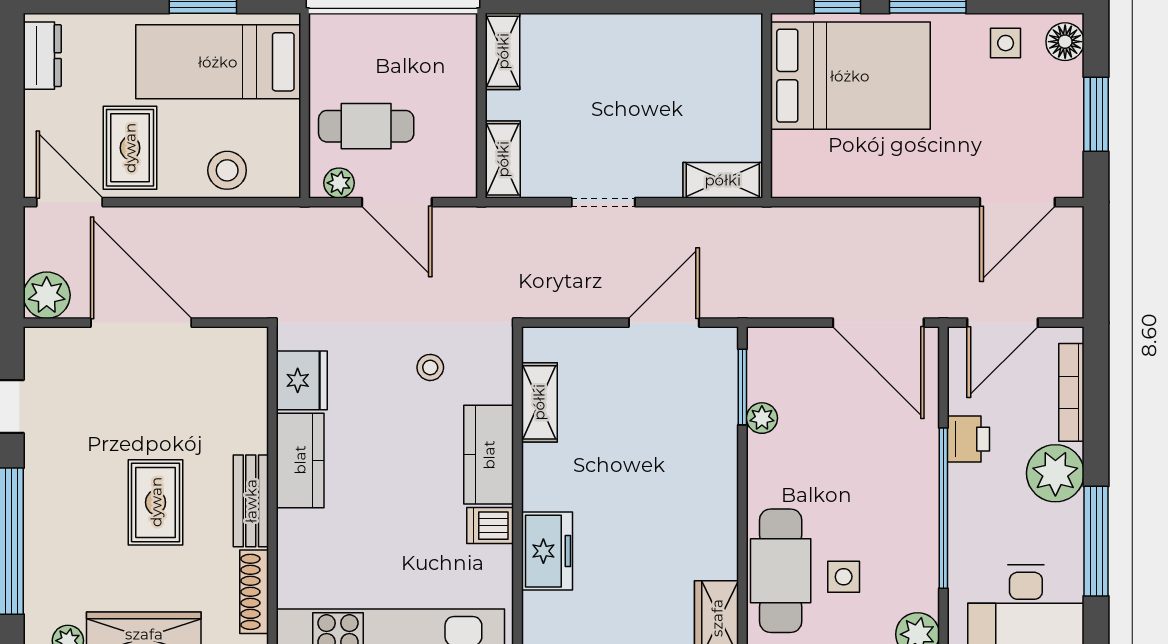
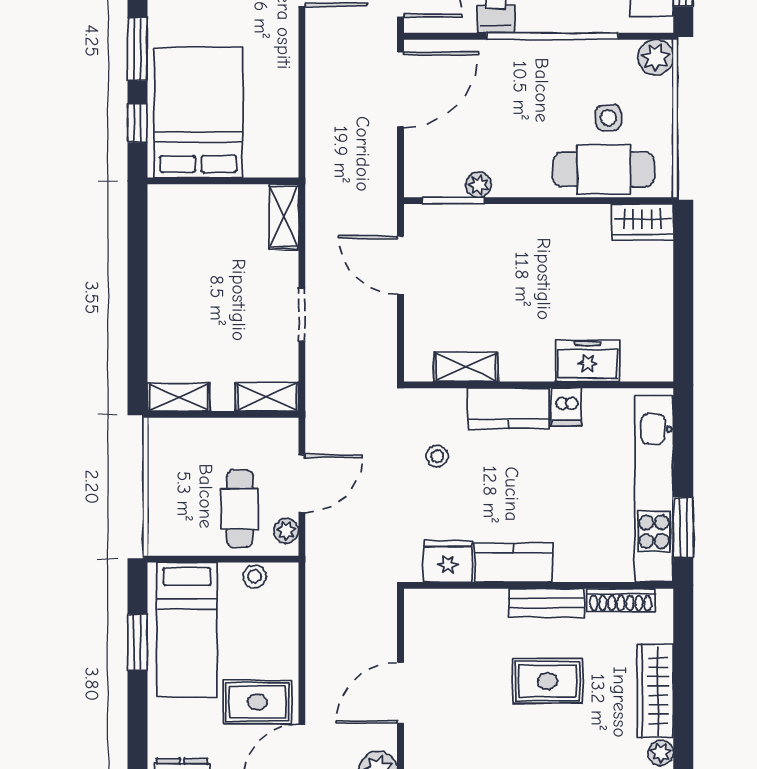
stool: (227, 170) -> (255, 576), moved, width x0.73, depth x0.73
door: (141, 323) -> (400, 693), width x0.73

